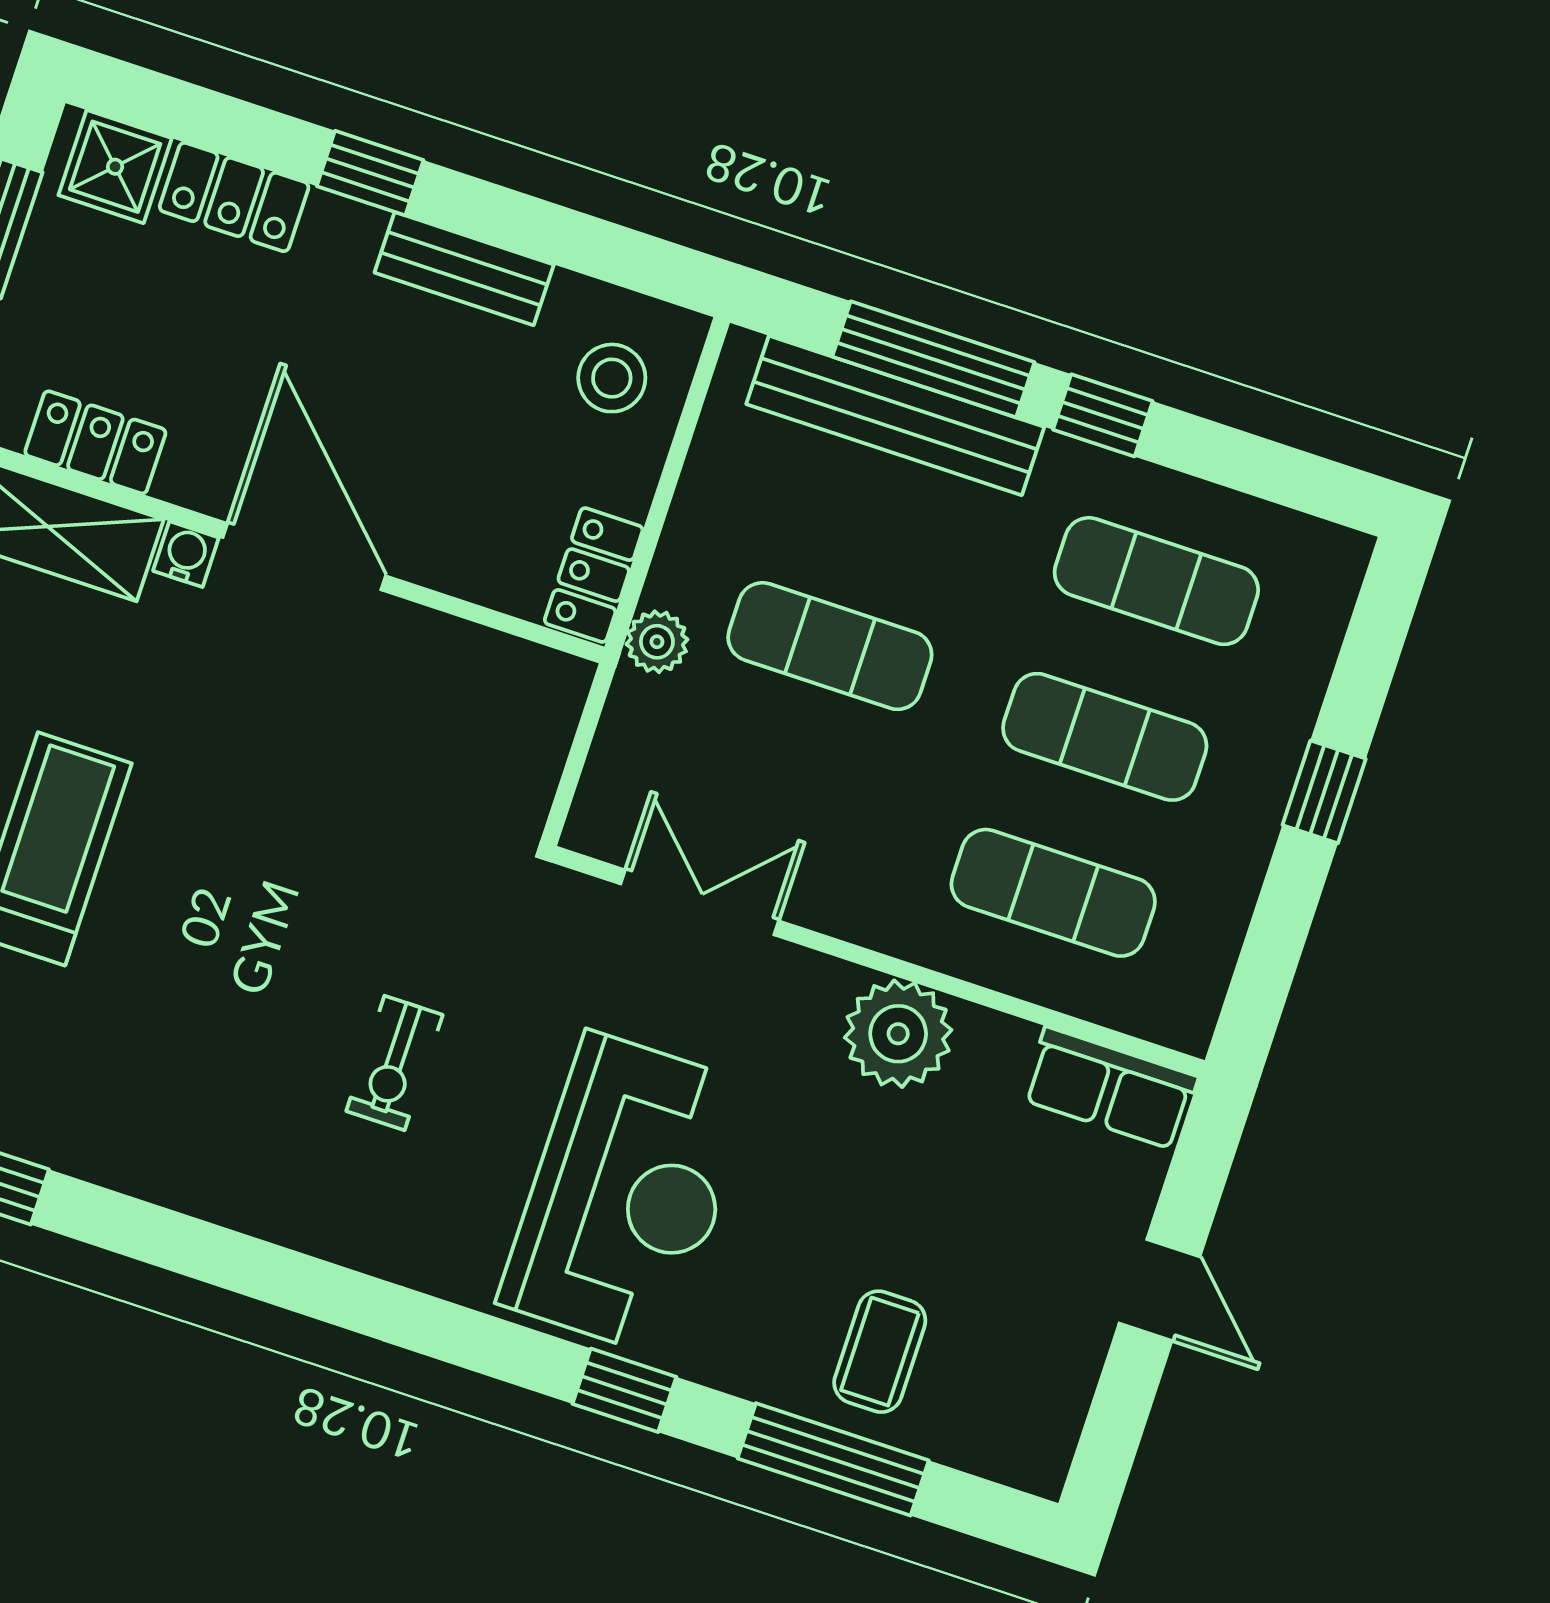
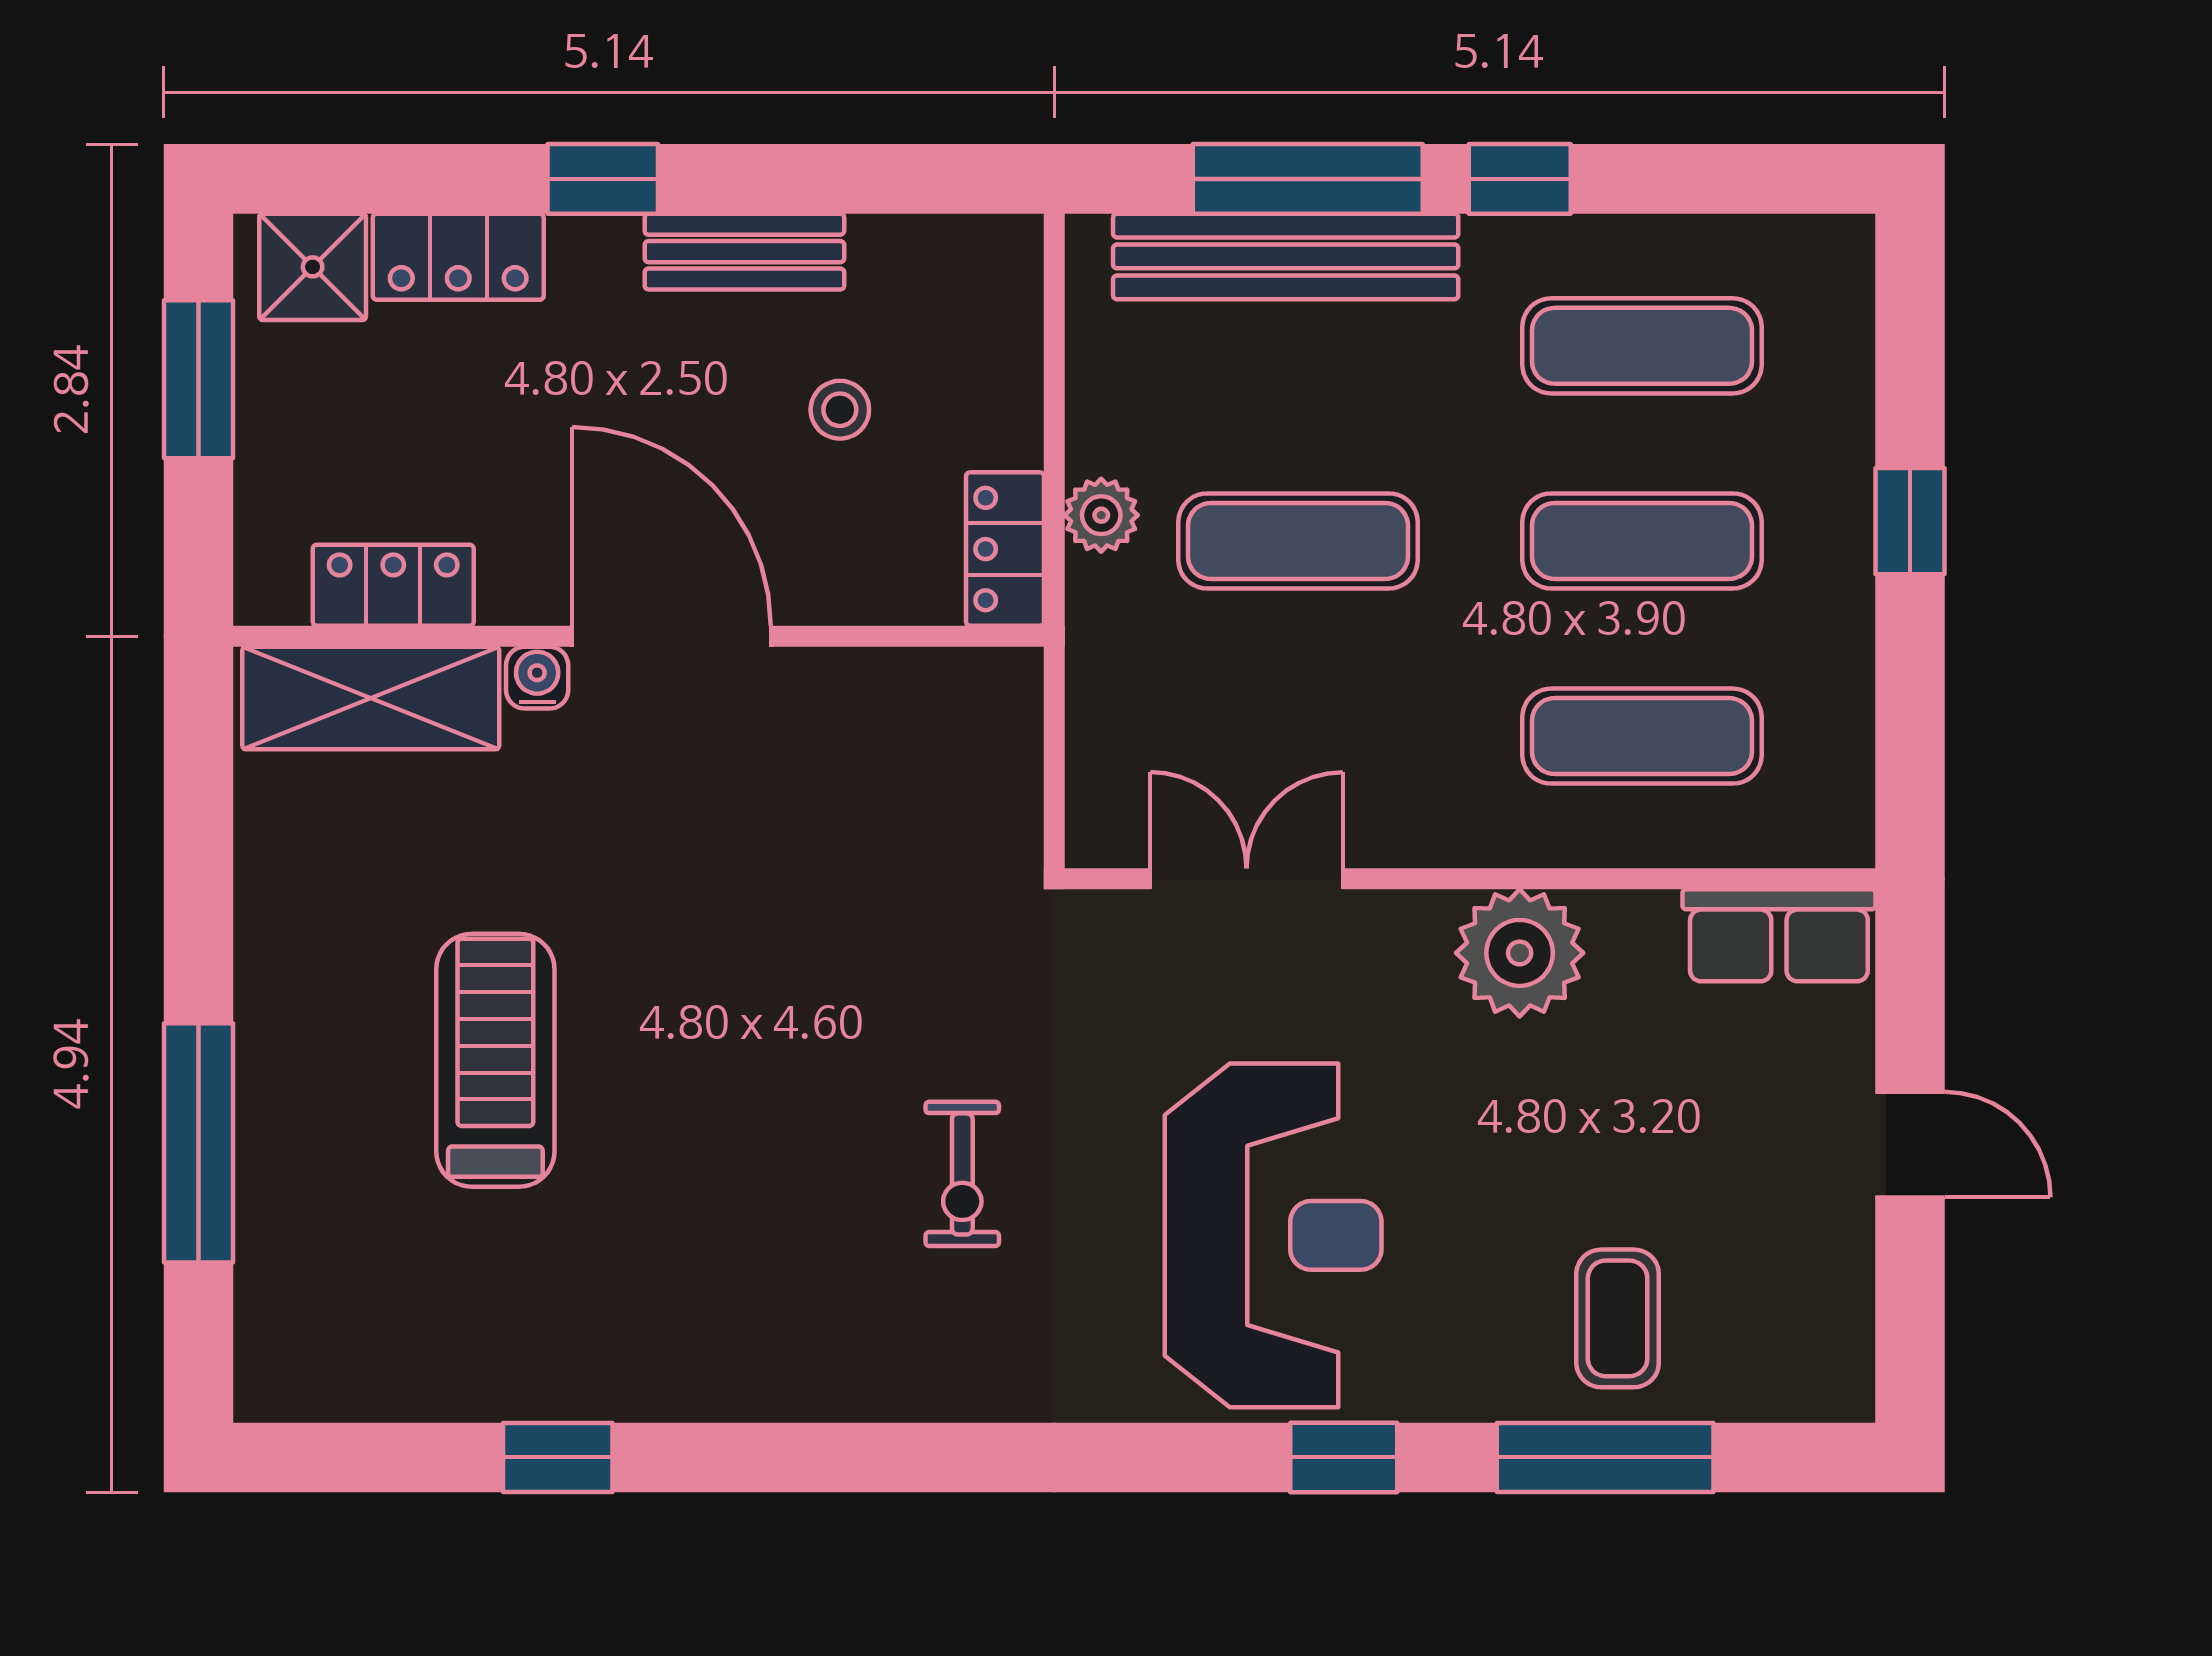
stool: (612, 378) -> (840, 410), moved, width x0.73, depth x0.73
plant: (657, 642) -> (1101, 515), moved

